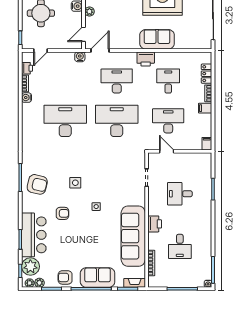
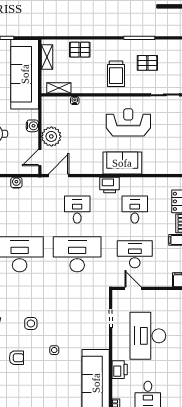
plant: (89, 12) -> (51, 136), width x1.88, depth x1.88
water cooler: (80, 57) -> (16, 183), moved
desk: (117, 81) -> (77, 210), width x0.73
desk: (180, 194) -> (148, 336), width x1.87, depth x1.30

